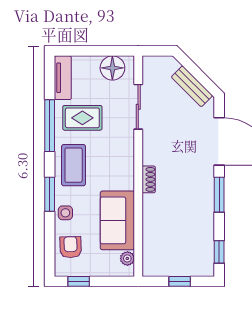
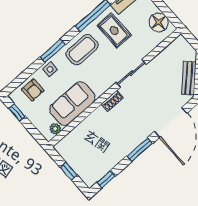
sliding door: (138, 107) -> (131, 73), moved
armchair: (71, 247) -> (33, 90), turned 92

